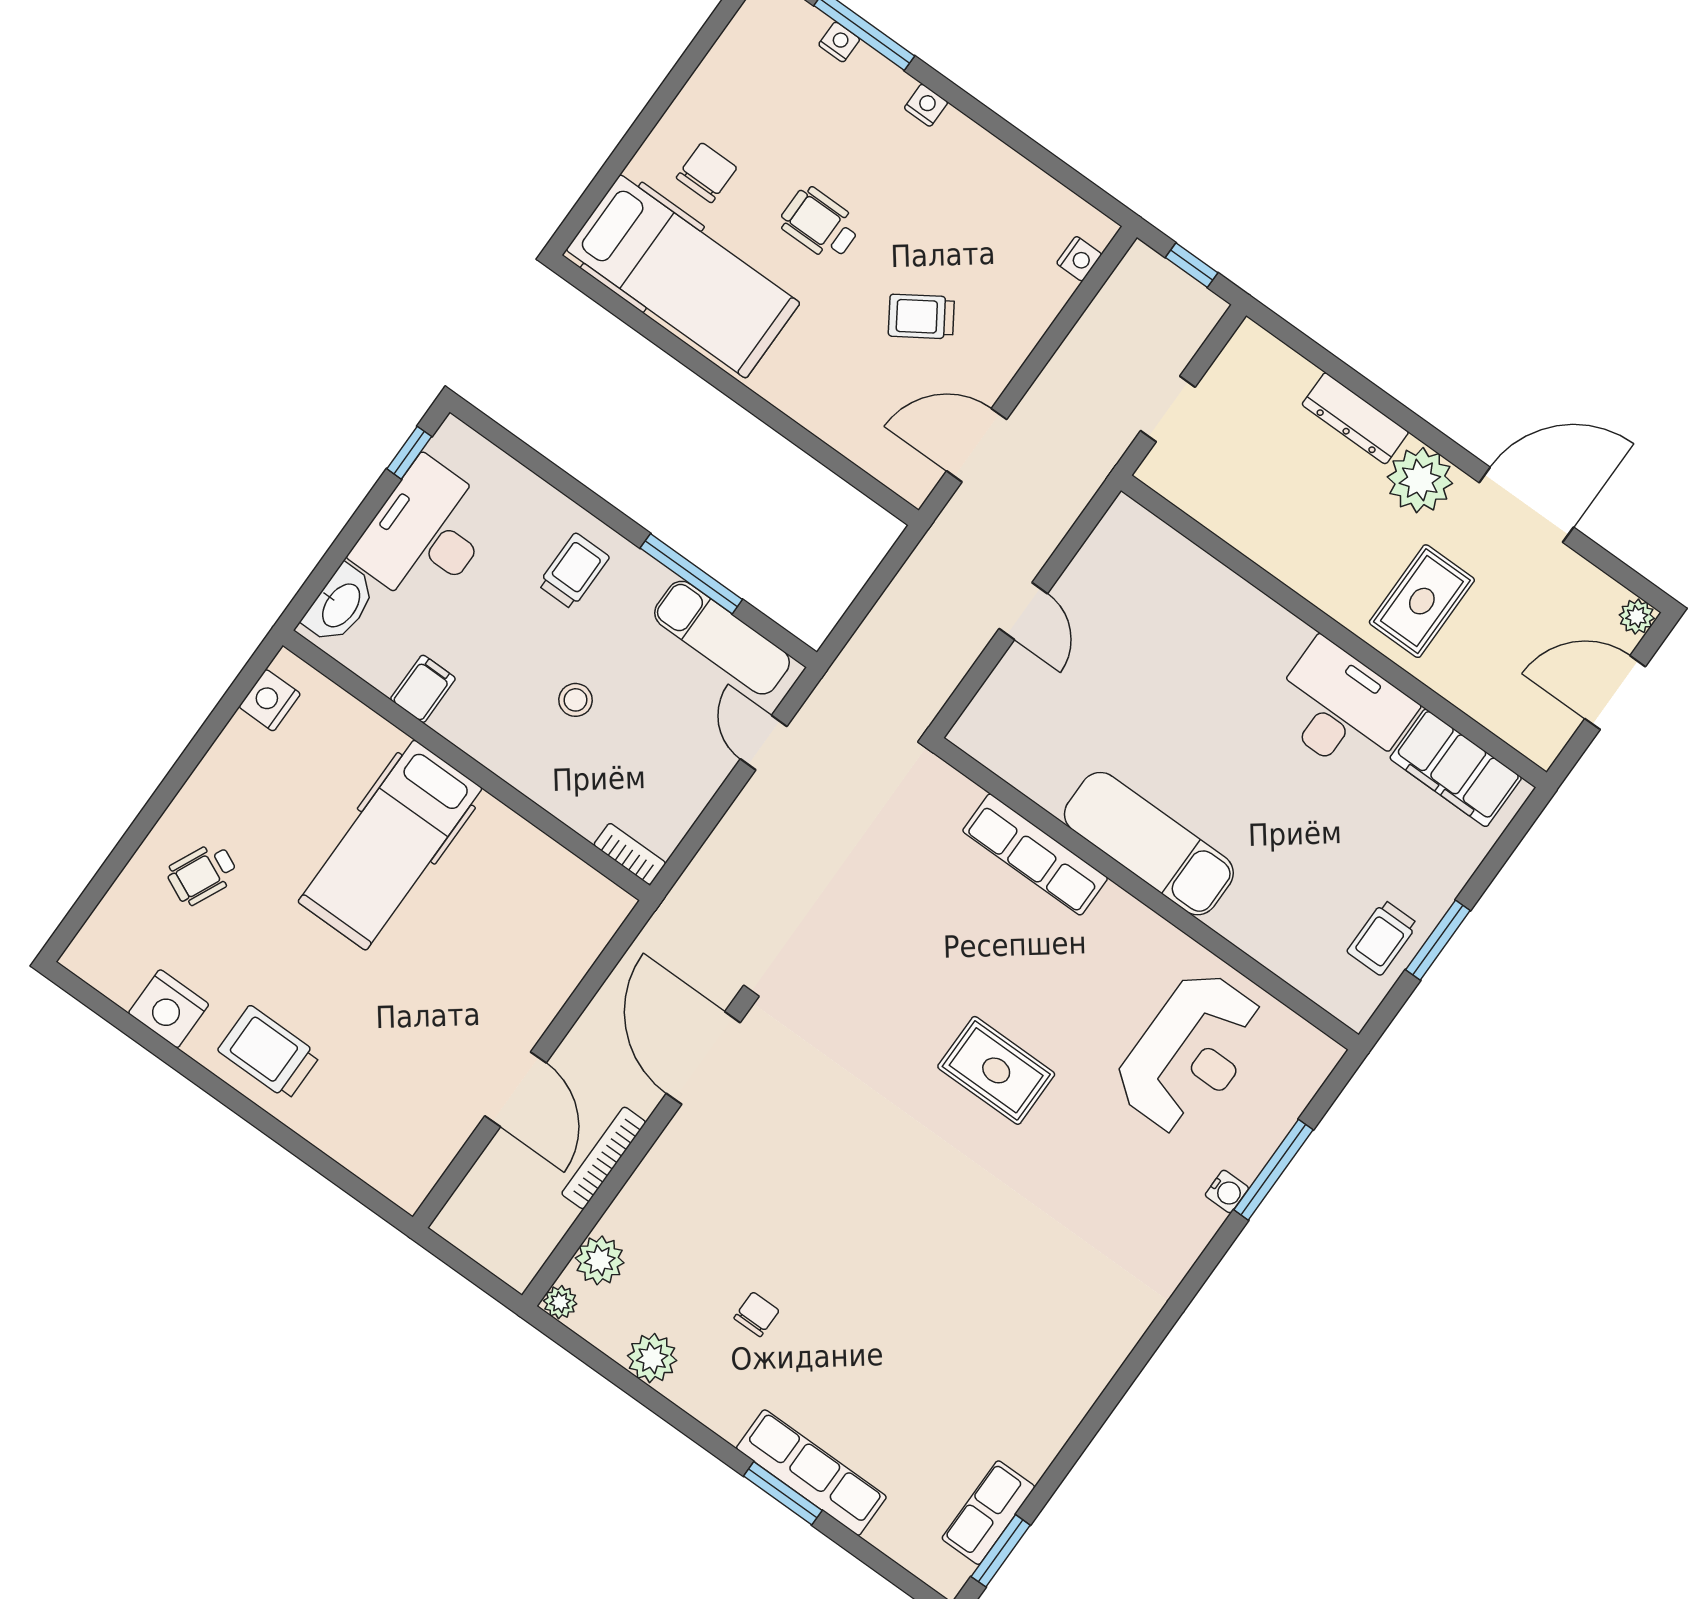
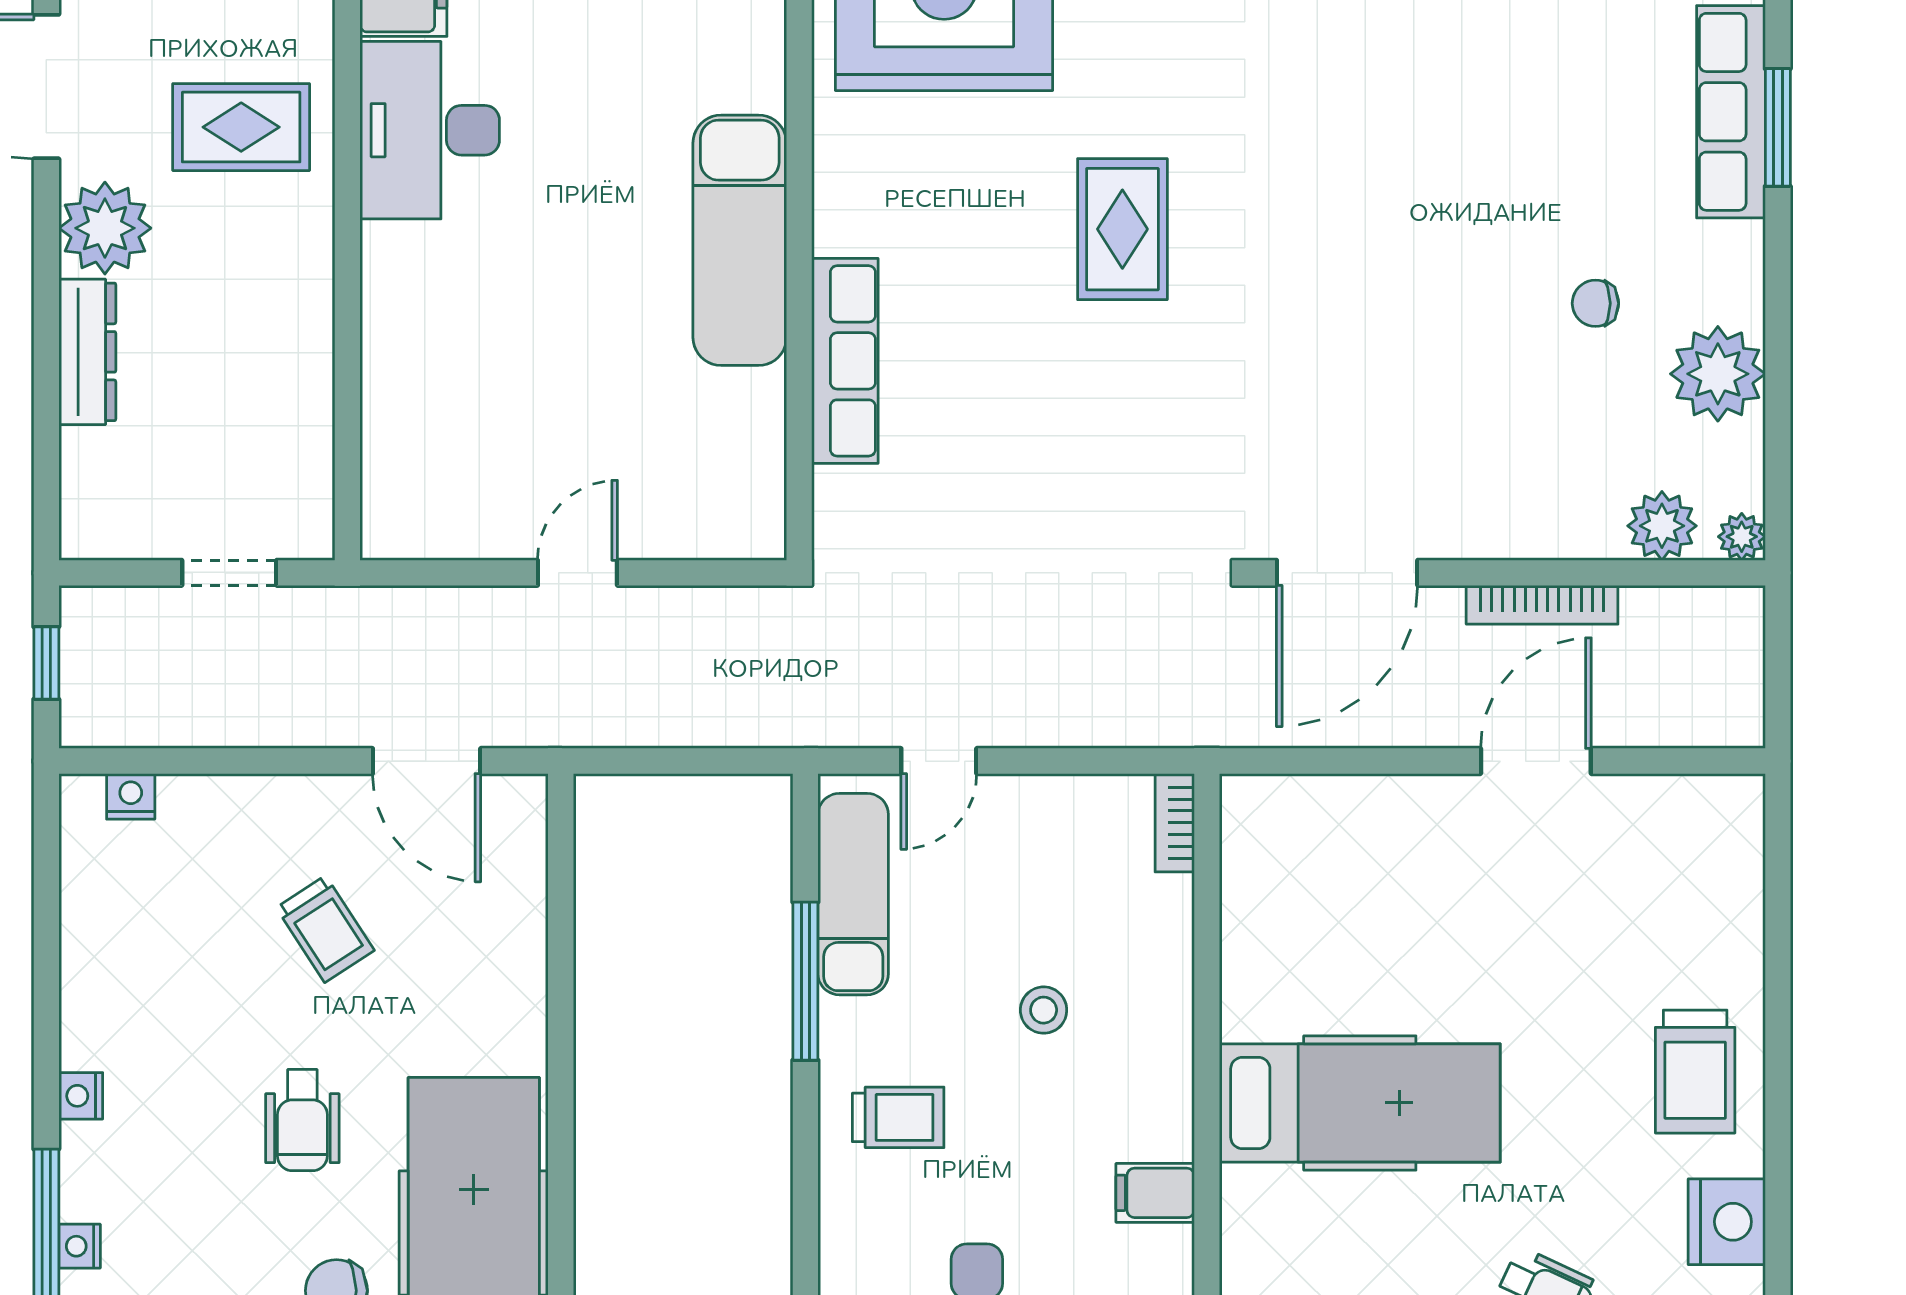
trolley: (574, 571) -> (898, 1117), turned 180
plant: (652, 1358) -> (1718, 374), width x1.36, depth x1.36

